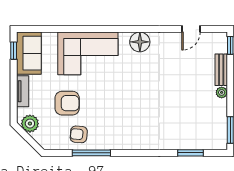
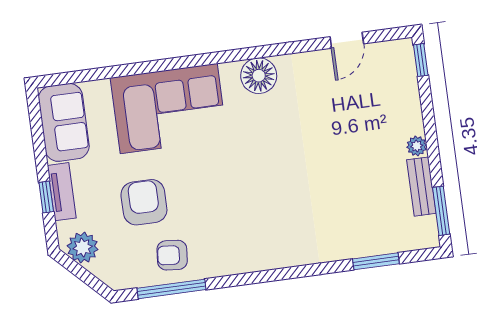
window: (14, 51) -> (46, 197), moved
bench: (221, 70) -> (421, 187), moved
armchair: (67, 103) -> (144, 202), turned -90
window: (91, 153) -> (171, 289), moved

